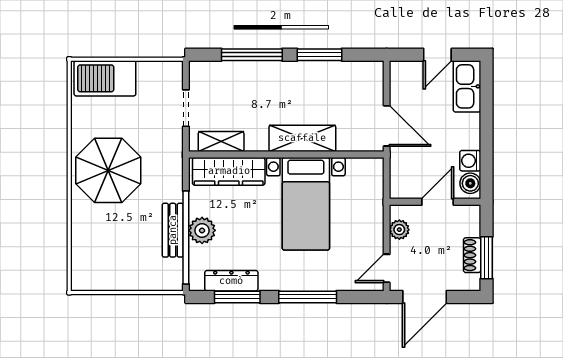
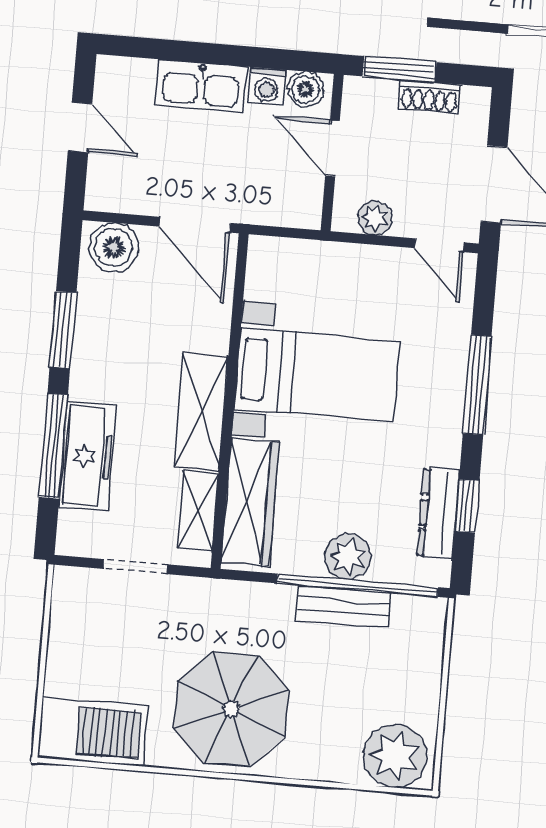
freezer: (248, 75) -> (87, 456), added
barbecue: (105, 78) -> (93, 732), moved, turned -90
boiler: (370, 80) -> (114, 247), added
kitchen sink: (467, 86) -> (201, 86), moved
door: (387, 126) -> (195, 225), swing flipped
shelving: (302, 138) -> (201, 411), moved
window: (487, 258) -> (399, 69), moved
plant: (89, 267) -> (395, 756), added
window: (237, 297) -> (467, 506), width x0.67

